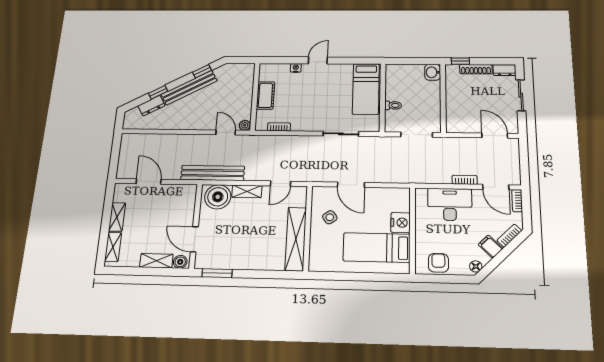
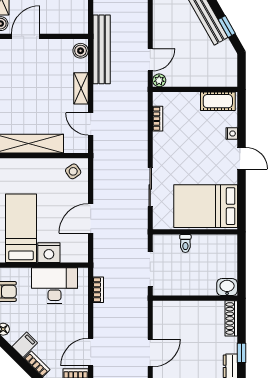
window: (460, 61) -> (241, 353), moved
shoe rack: (476, 69) -> (231, 318), moved
bed: (366, 89) -> (206, 206), width x1.50
cot: (265, 96) -> (218, 101), moved
bookcase: (465, 180) -> (98, 290), moved
door: (351, 185) -> (91, 218), moved
boiler: (218, 197) -> (81, 51), width x0.54, depth x0.54
desk: (450, 204) -> (55, 285), moved, turned -90
side table: (330, 217) -> (73, 171), moved

